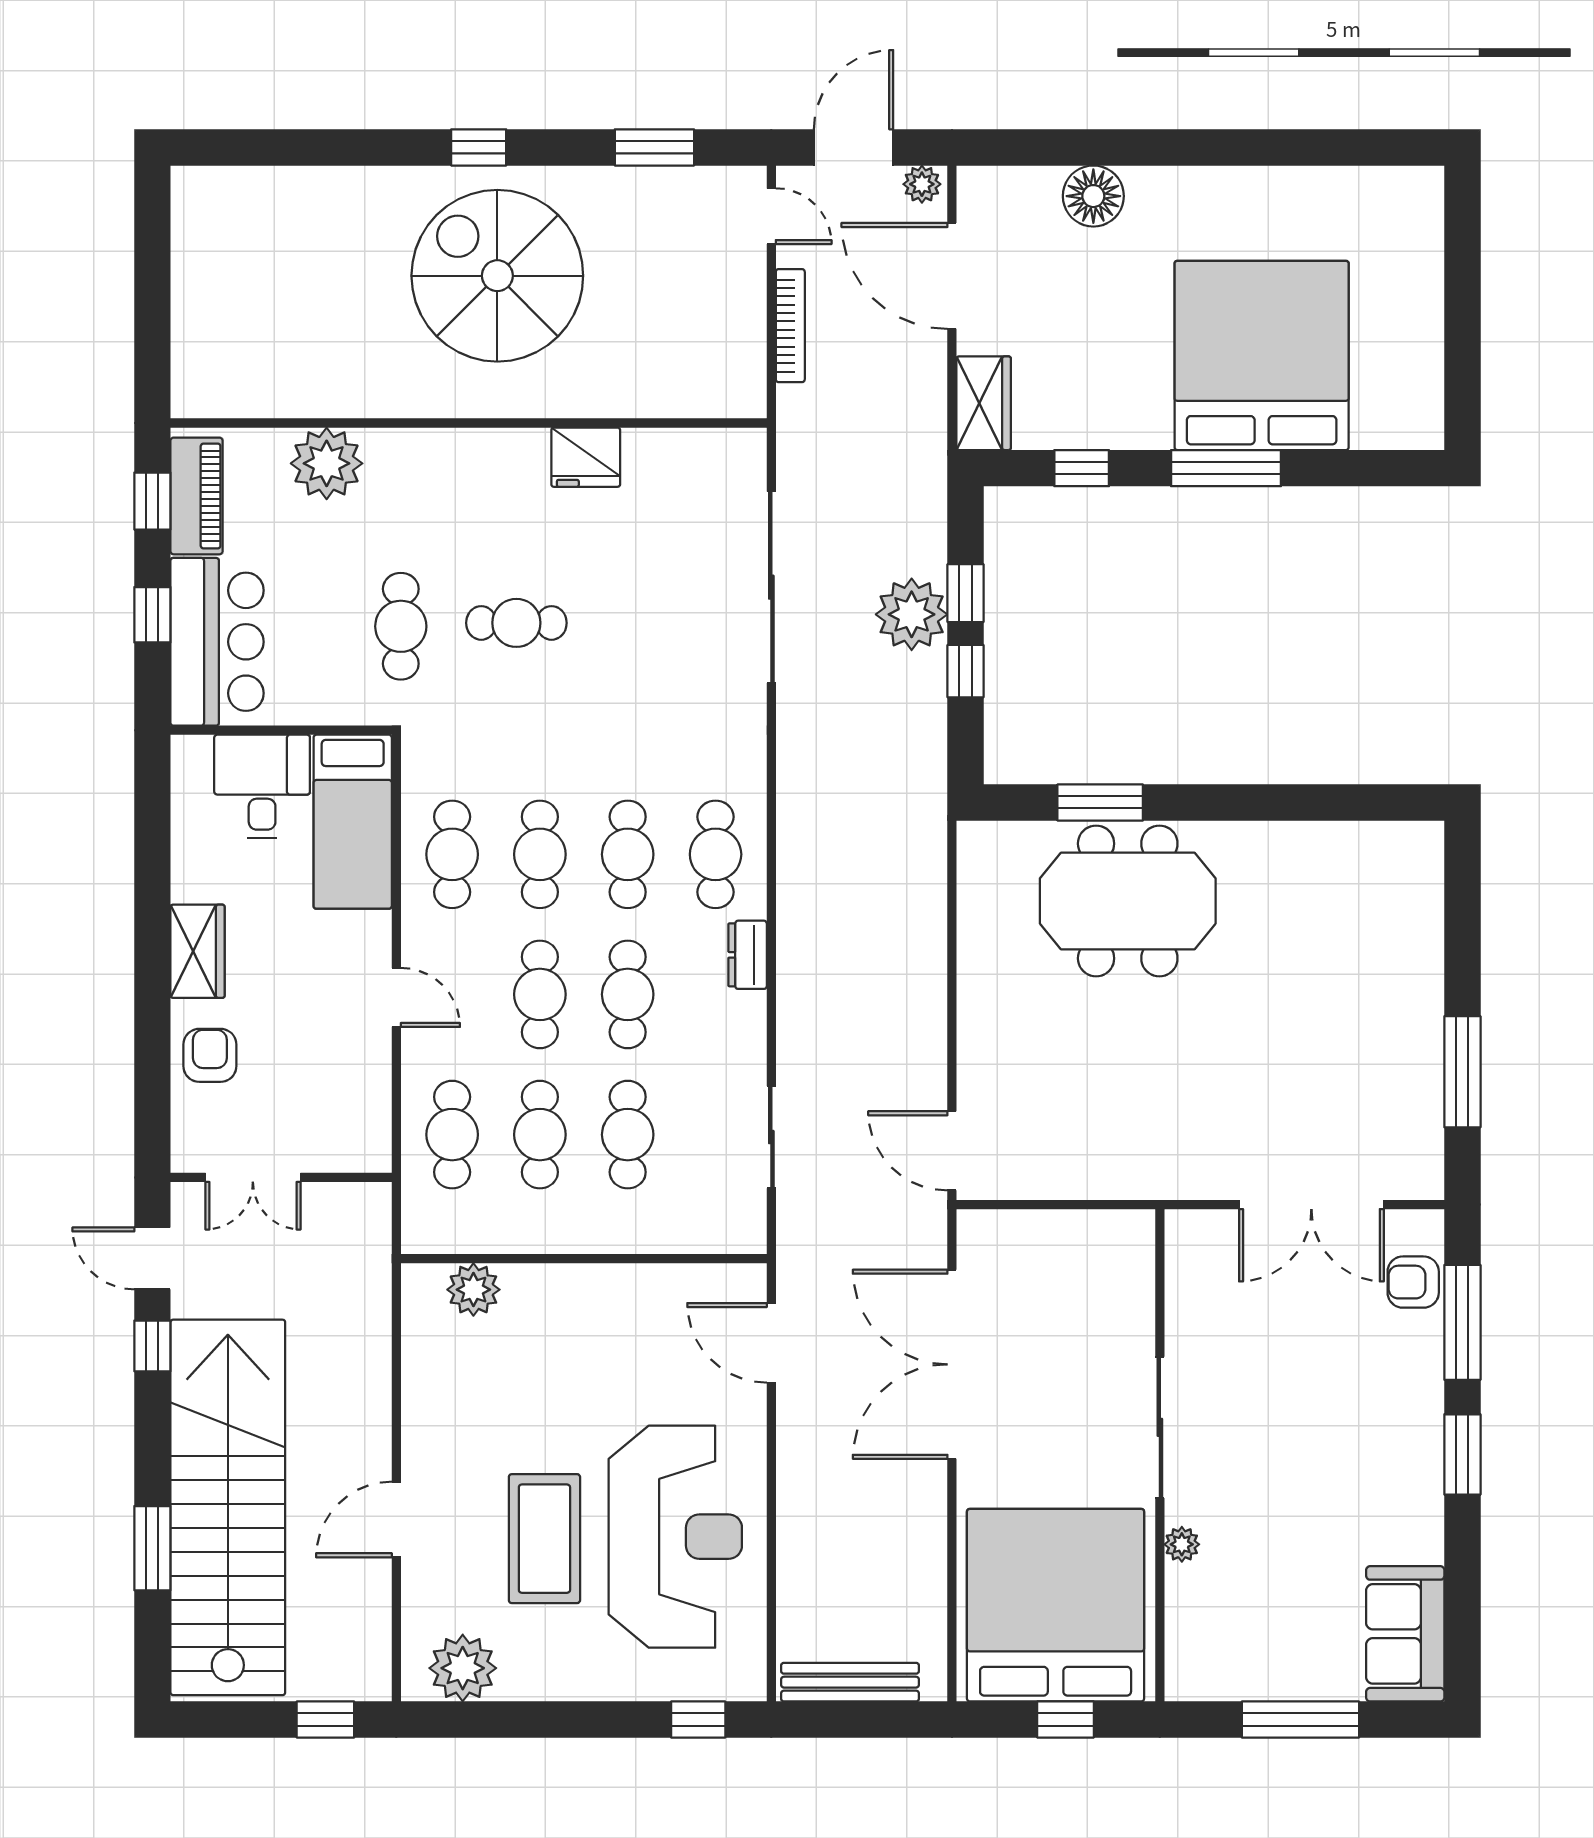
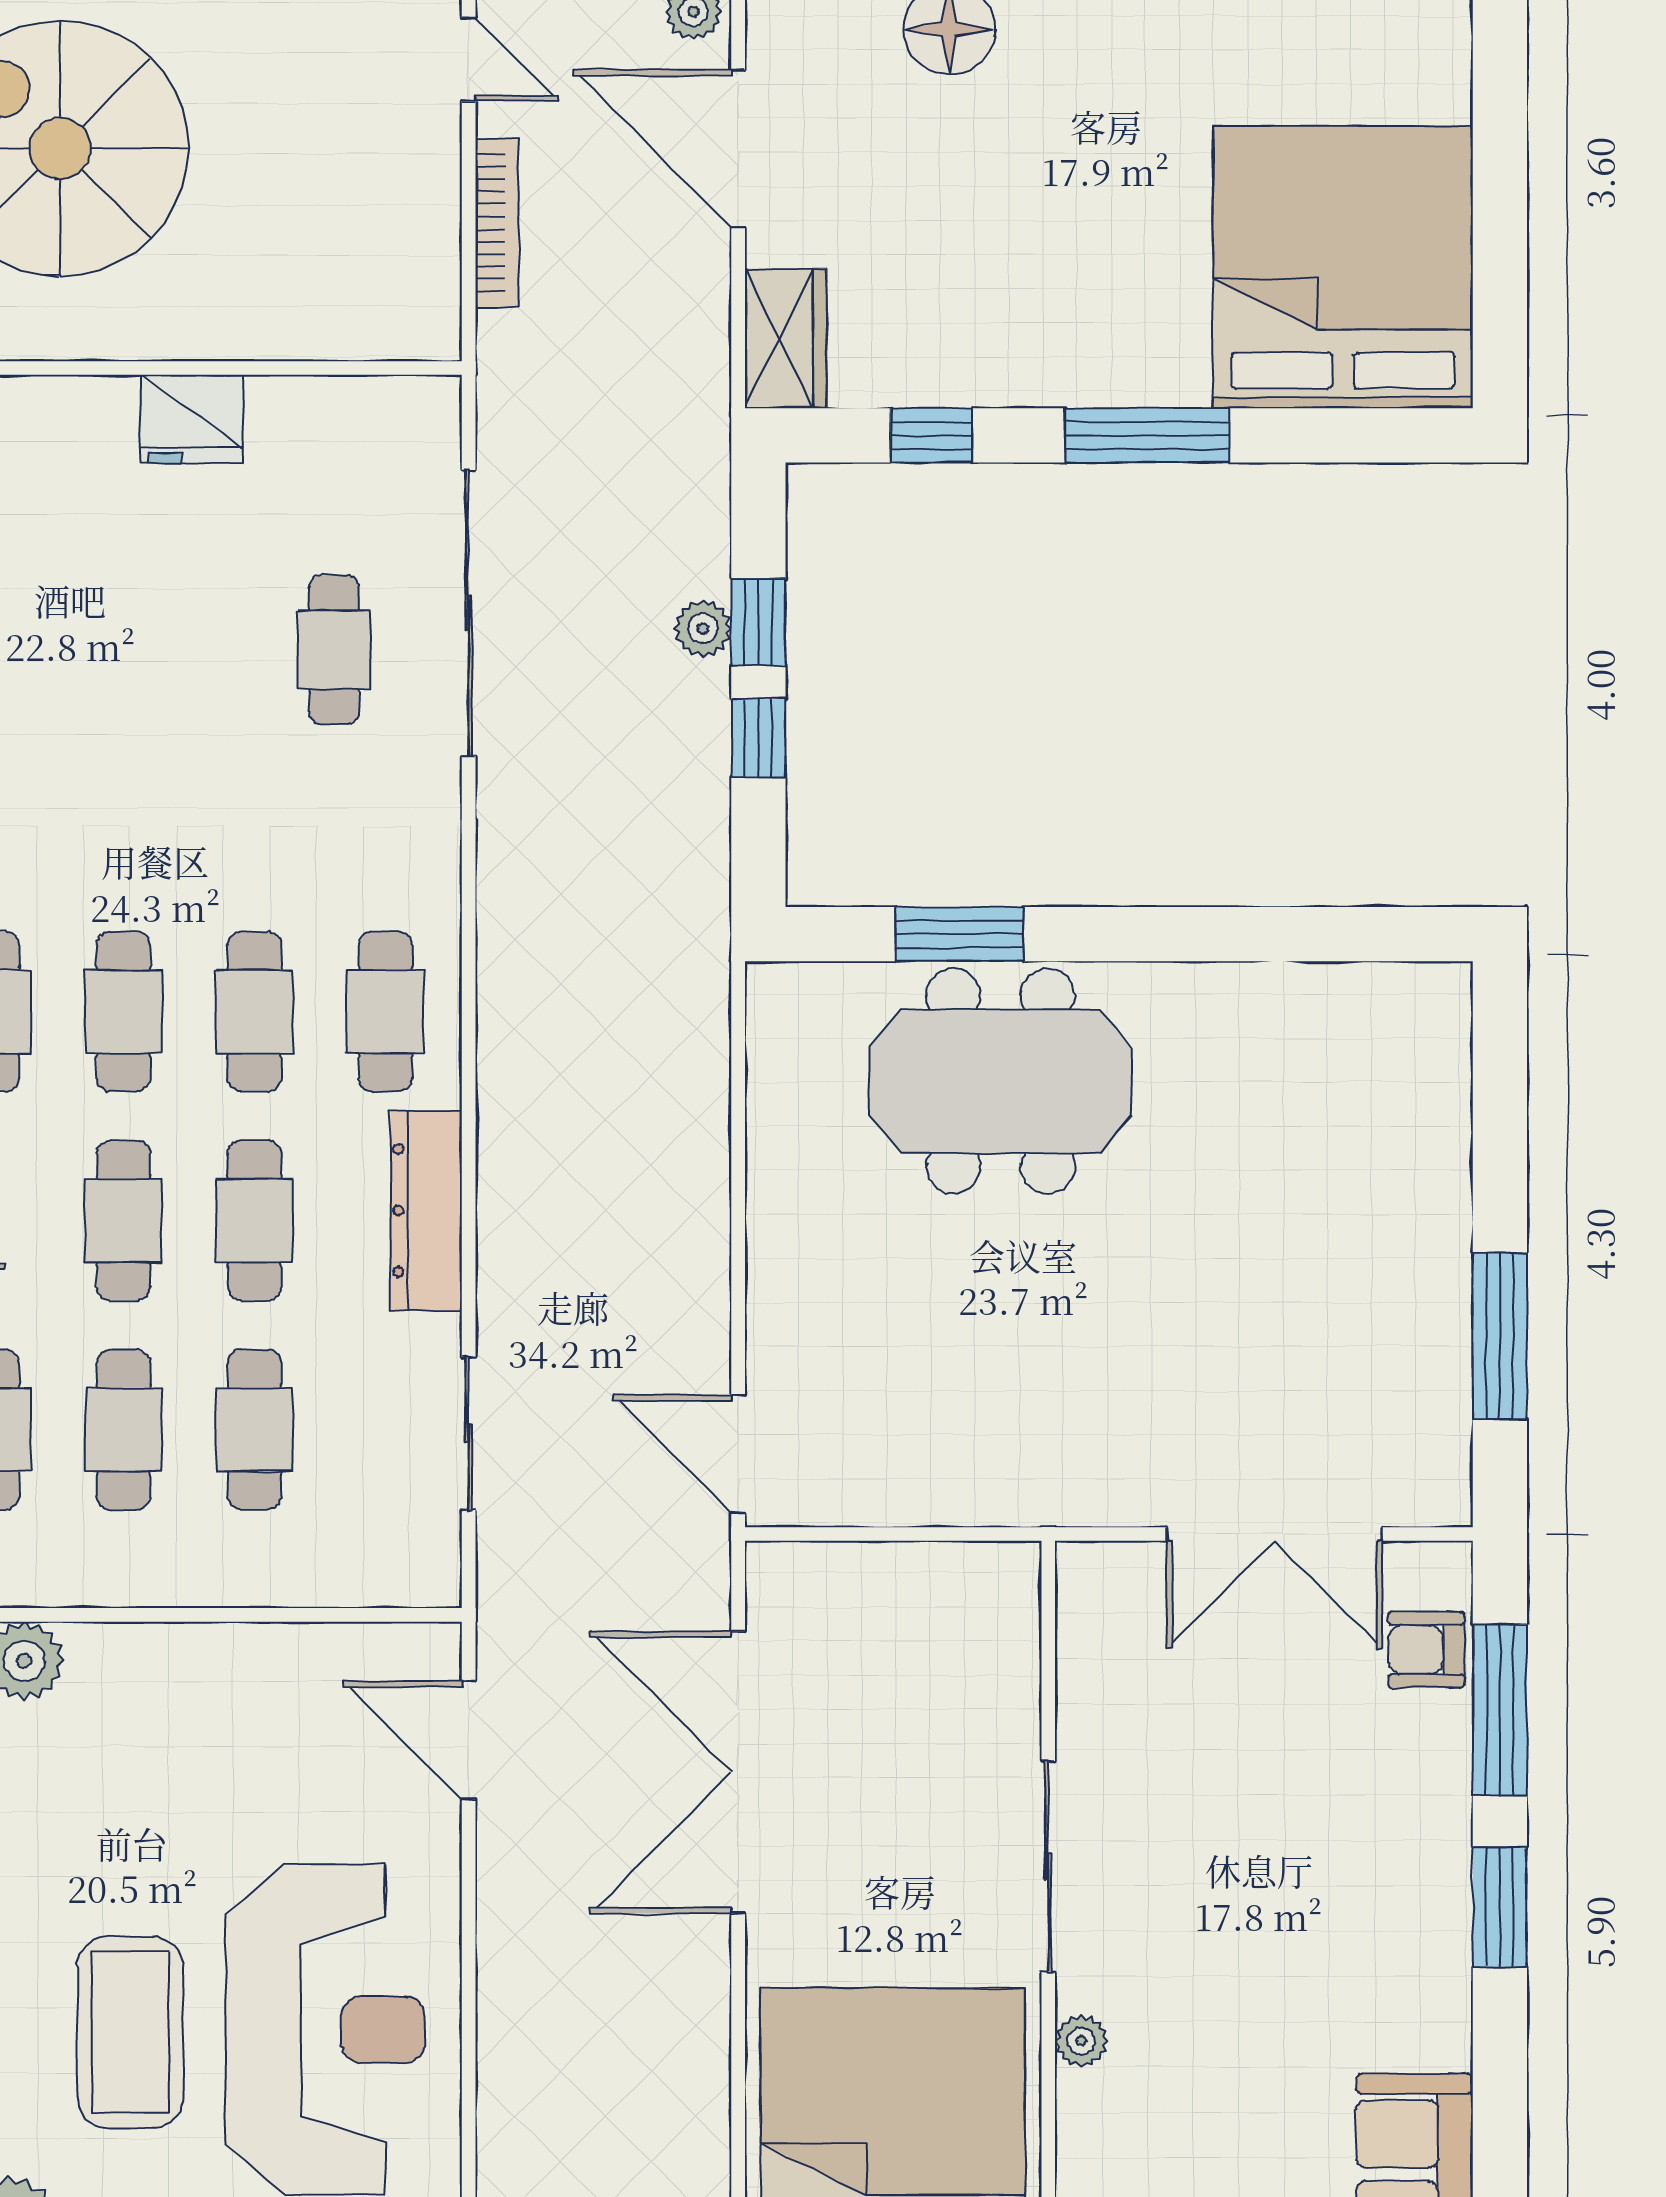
bed: (1262, 355) -> (1343, 267), moved
plant: (912, 614) -> (703, 628), width x0.53, depth x0.53
cafe table: (516, 623) -> (334, 650), moved, turned 90
dresser: (748, 955) -> (426, 1211), width x1.96, depth x1.24

